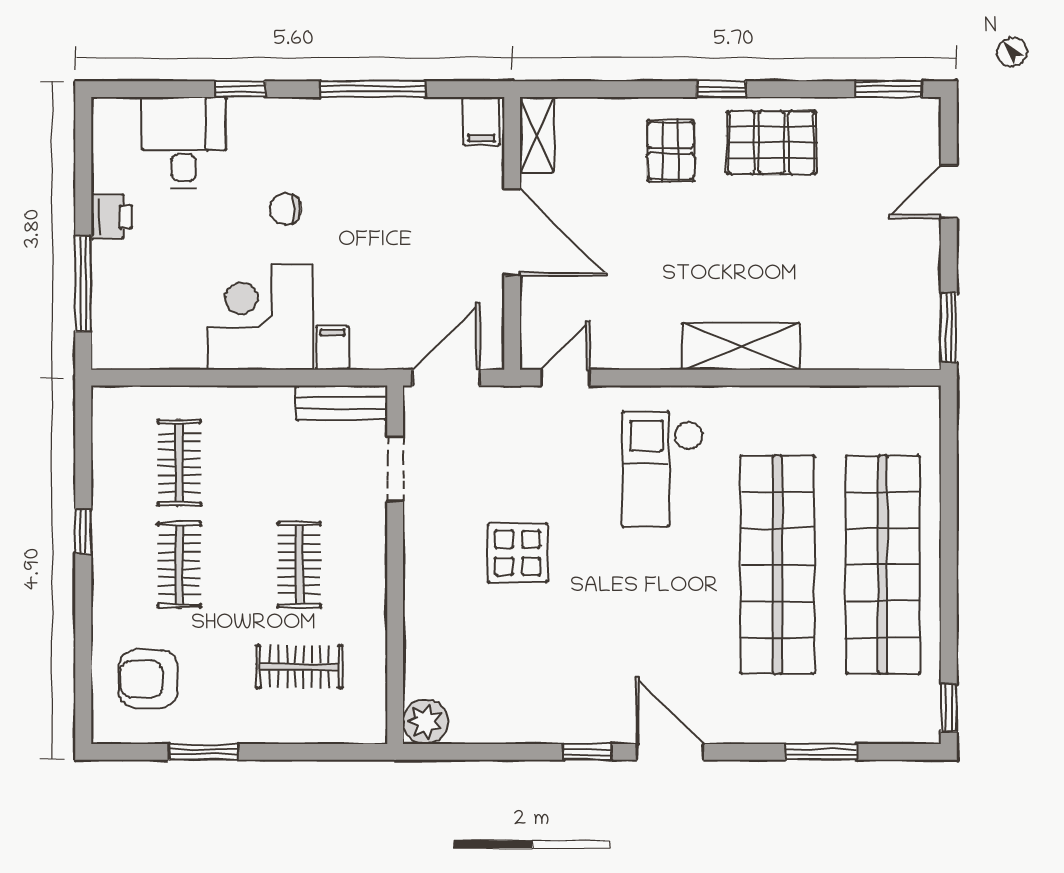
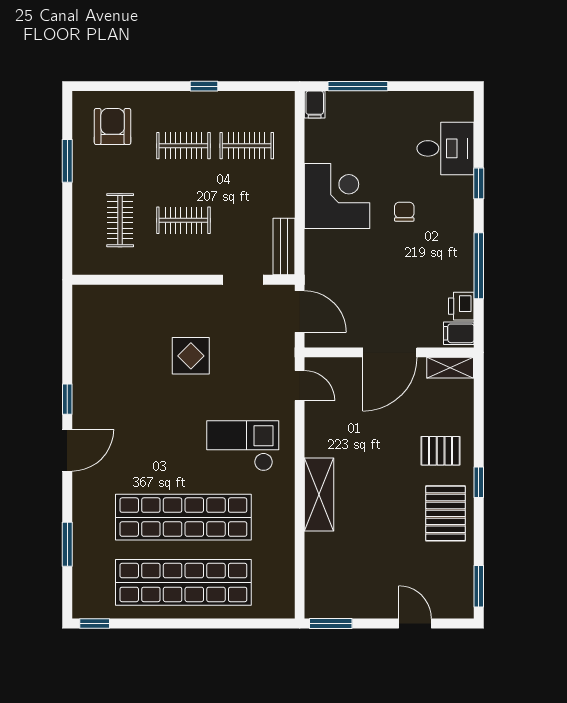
printer: (111, 217) -> (461, 306), moved, turned 90
filing cabinet: (332, 348) -> (315, 105), moved, turned 90
plant: (425, 722) -> (86, 299), removed

